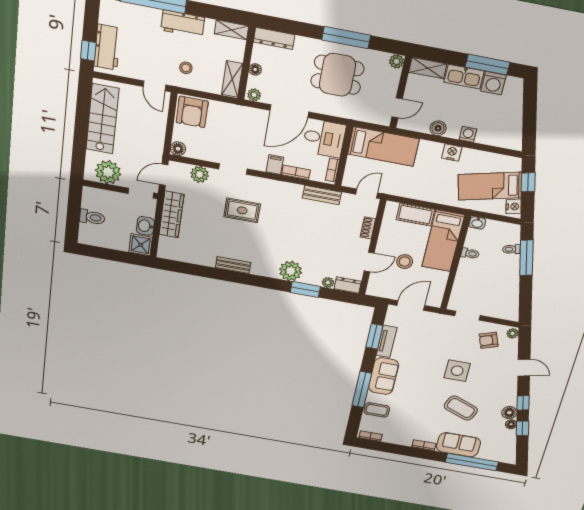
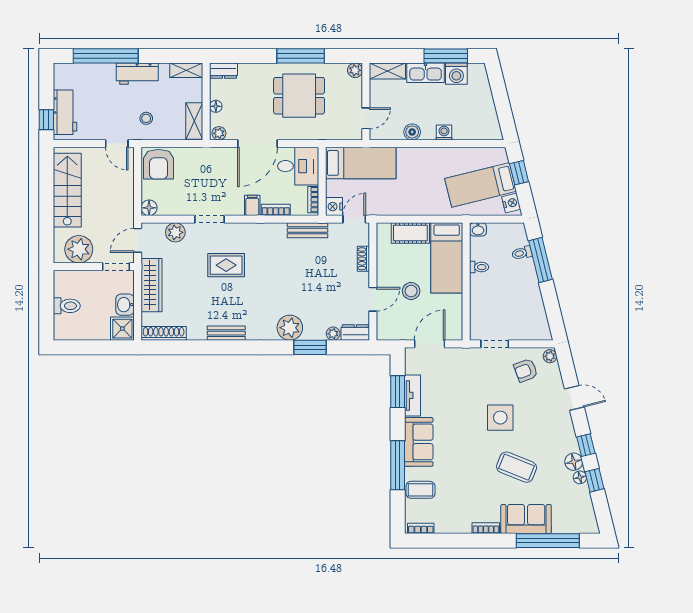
dresser: (274, 38) -> (224, 71), width x0.70
nightstand: (452, 153) -> (334, 207), moved, turned -90
shoe rack: (177, 255) -> (164, 333), added

